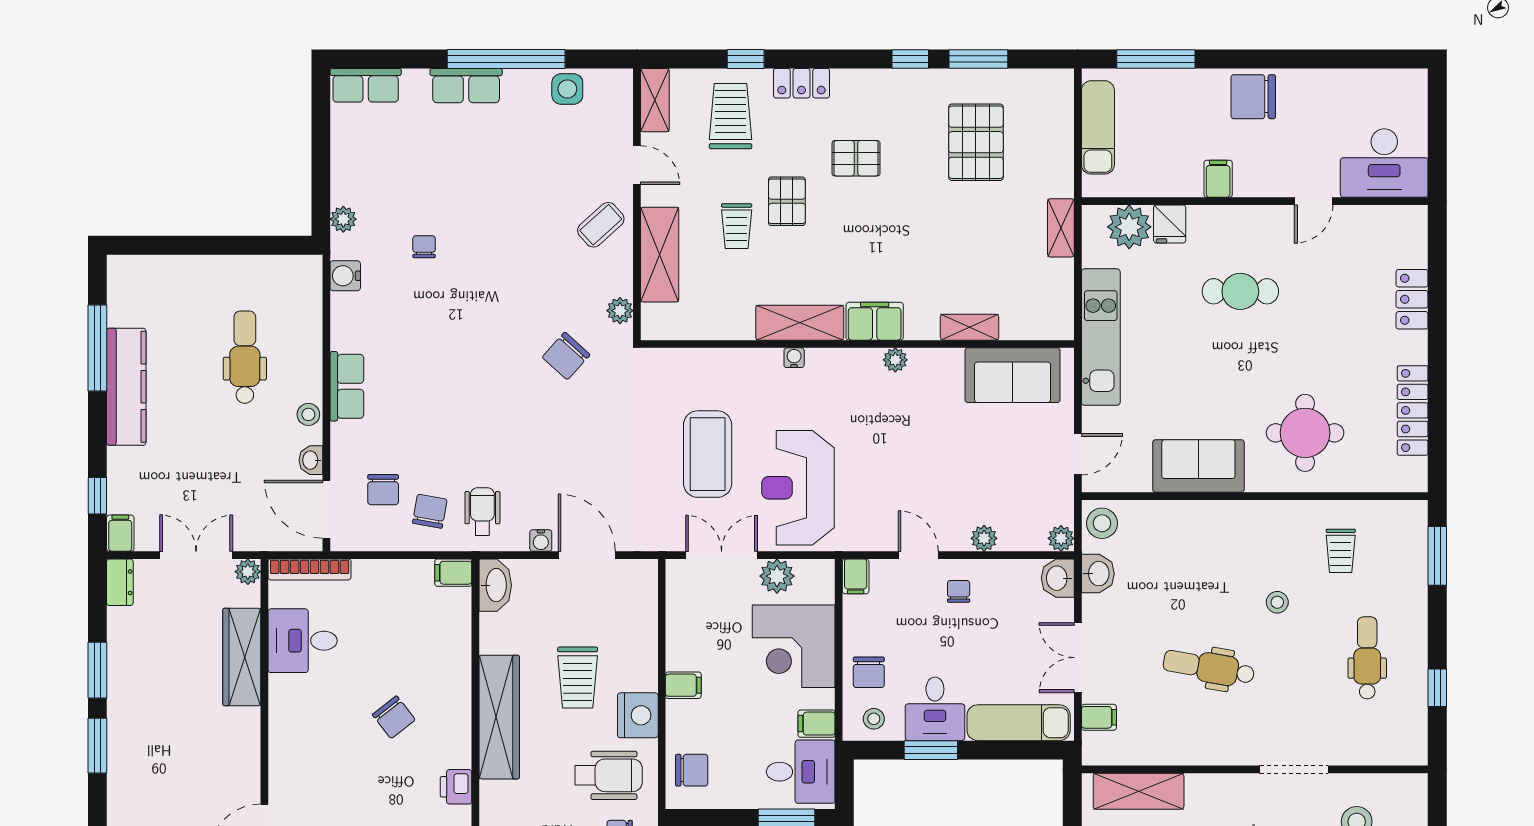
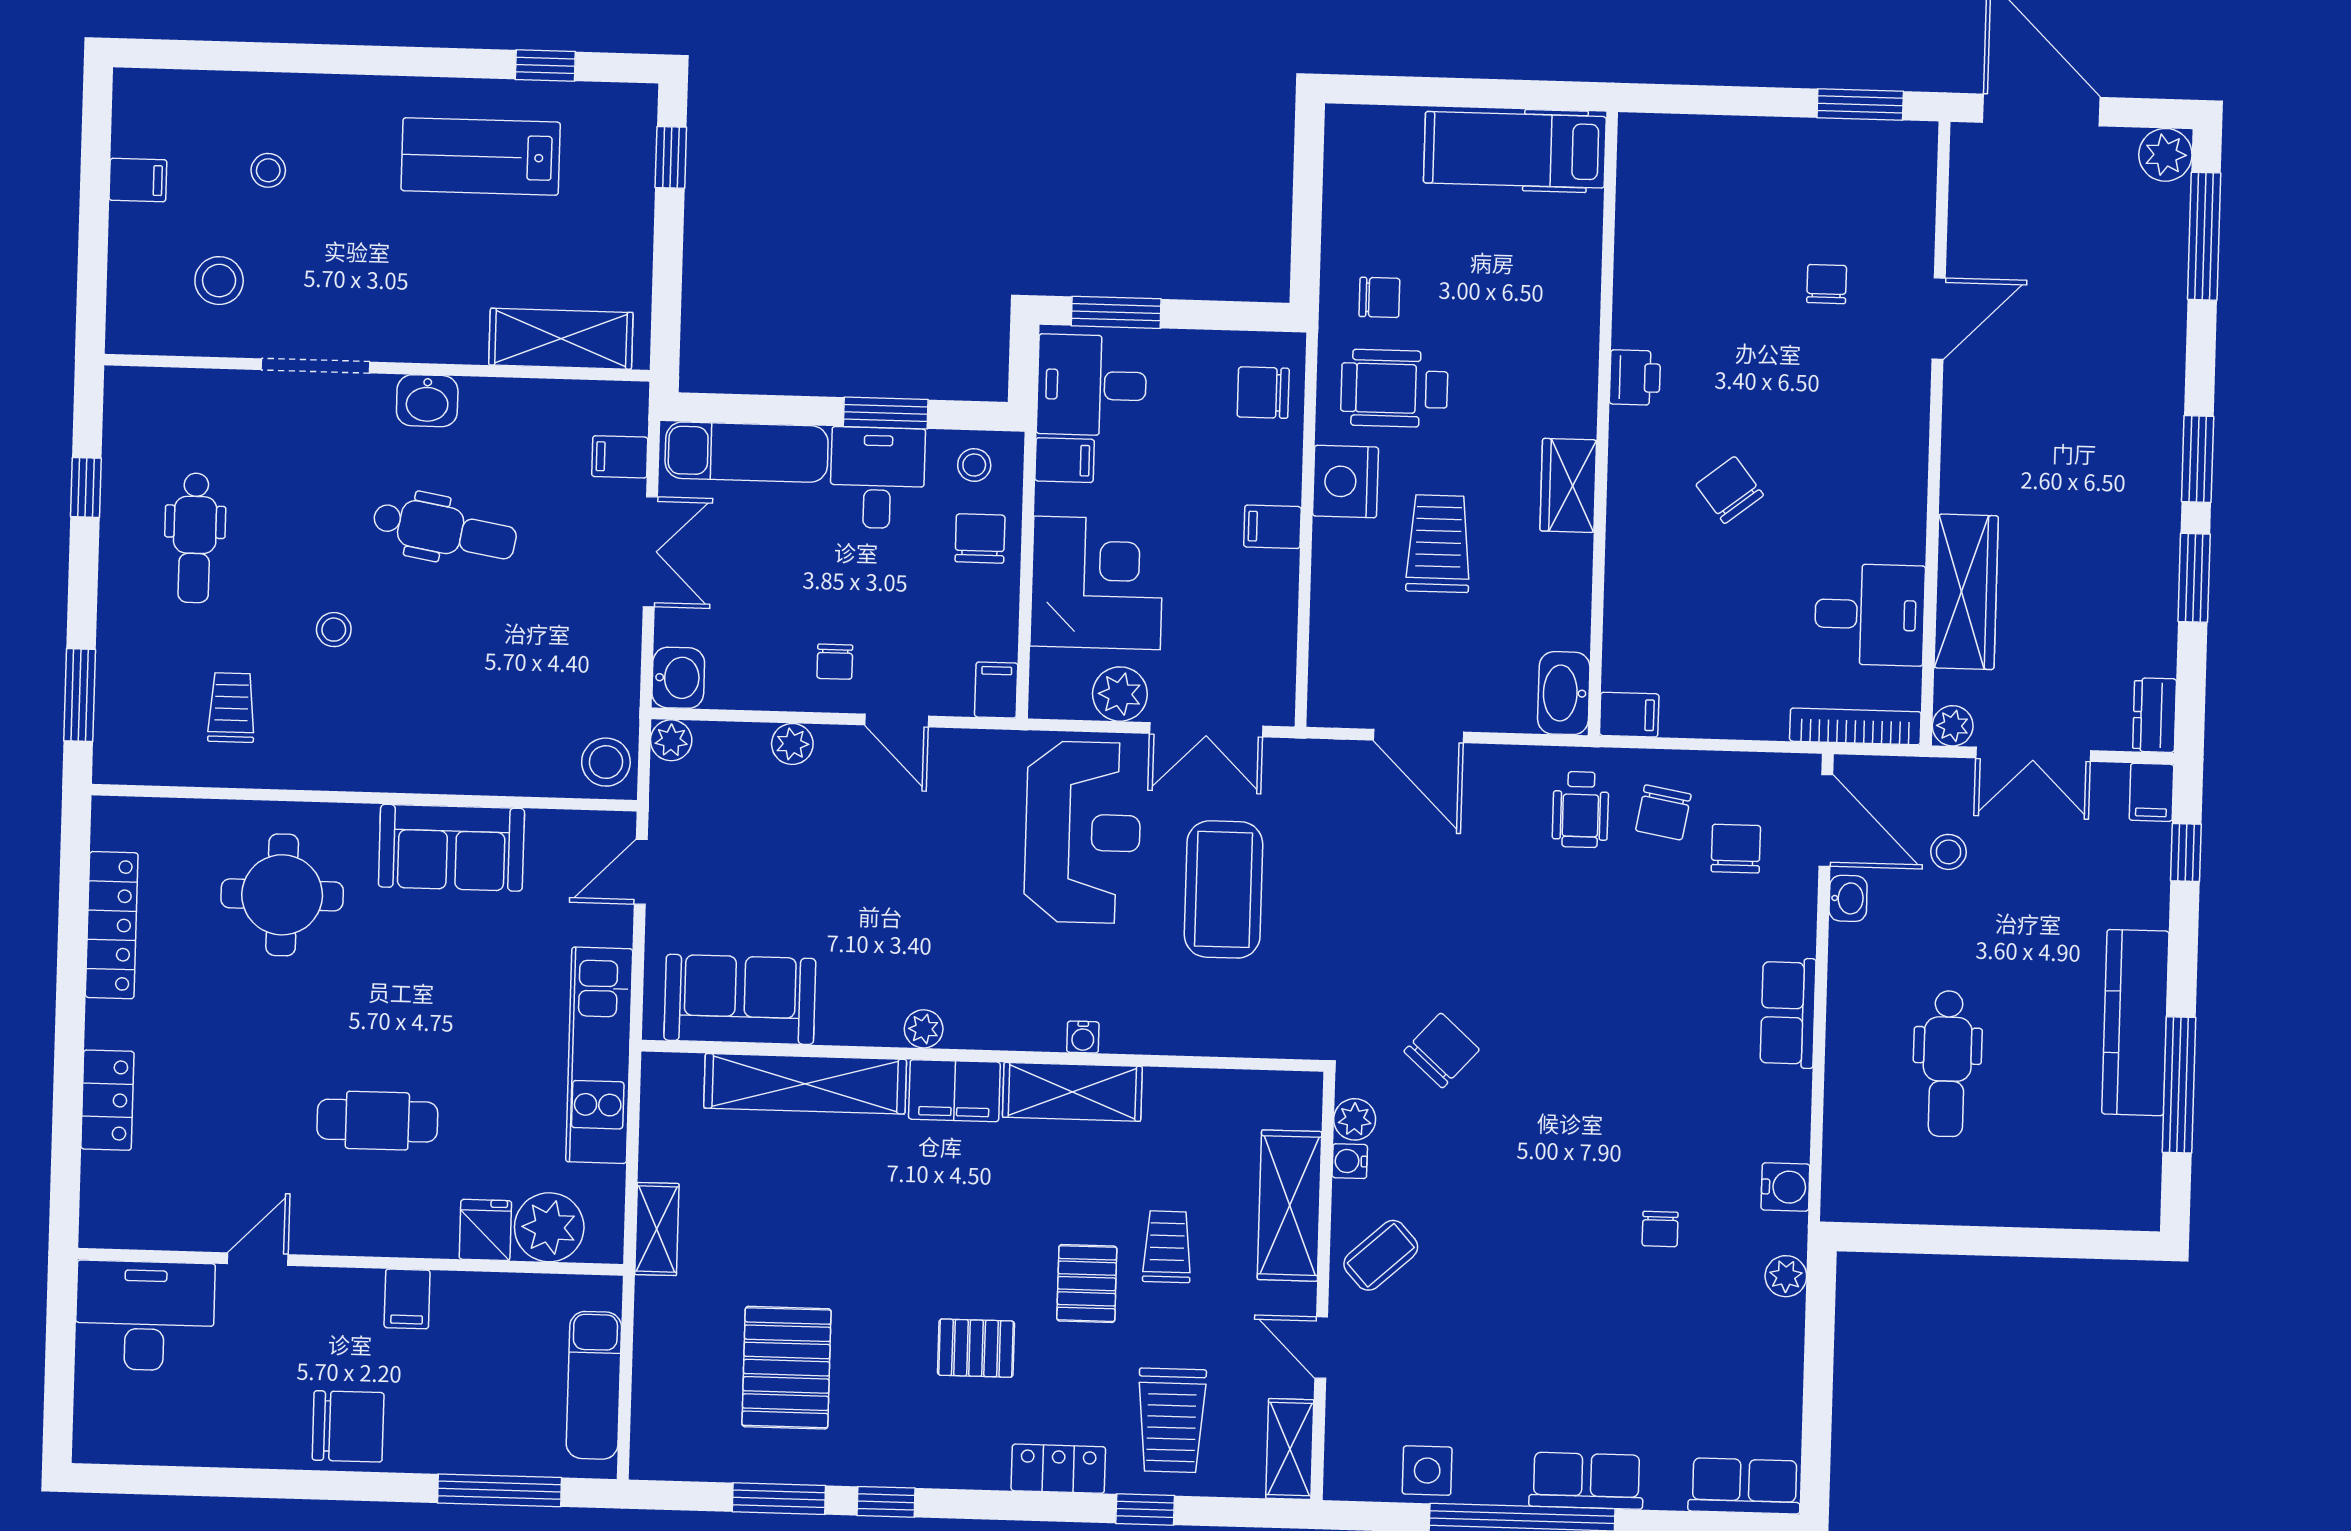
shelving: (969, 327) -> (805, 1084), width x2.20, depth x1.33
stool: (308, 414) -> (1949, 852), moved
water cooler: (541, 540) -> (1350, 1161), moved, turned -90
washbasin: (1098, 574) -> (427, 401), moved, turned -90
wardrobe: (499, 717) -> (1568, 485), width x0.48, depth x0.85

